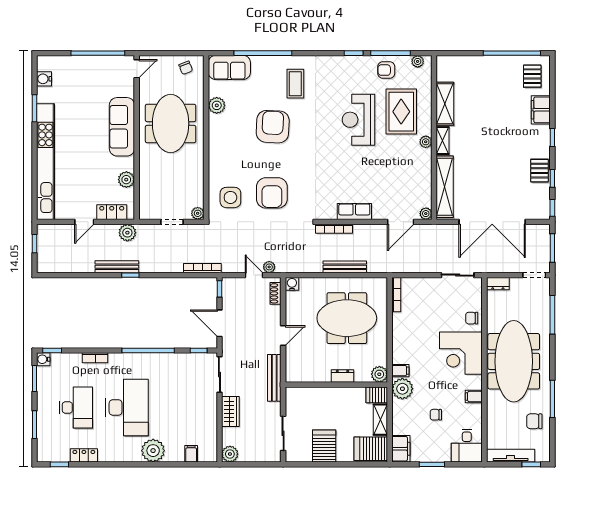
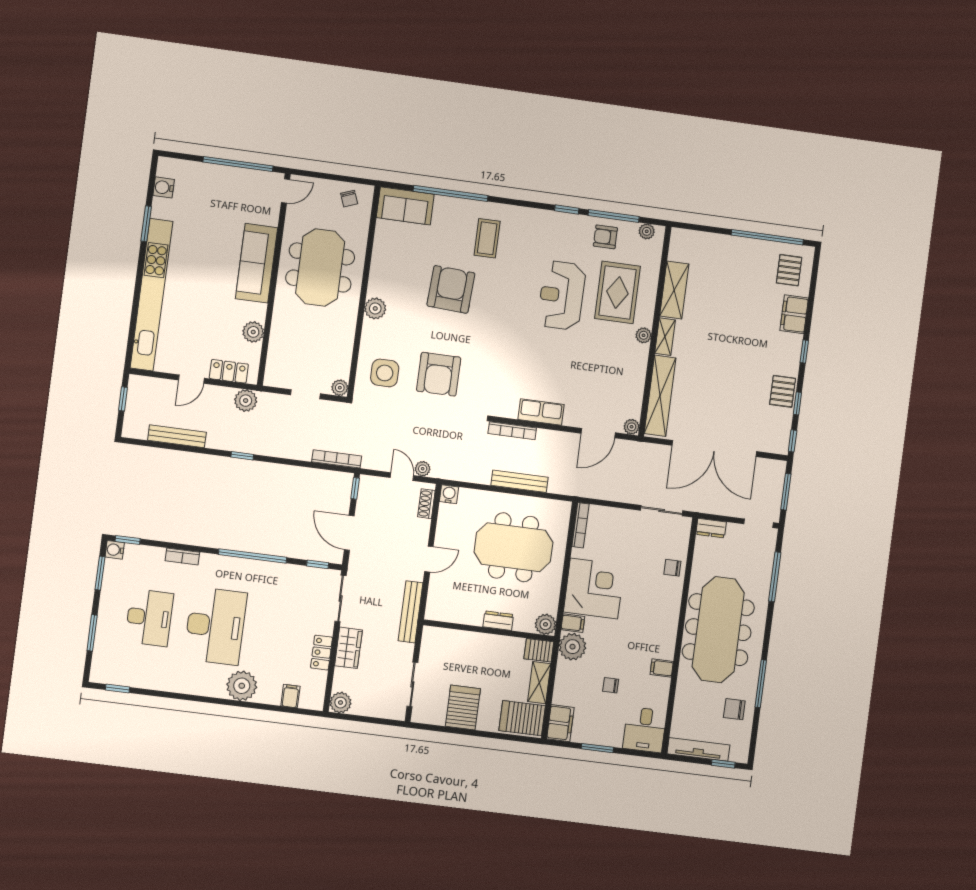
plant: (217, 105) -> (375, 308), moved
bench: (117, 267) -> (177, 436), moved
corner desk: (461, 353) -> (594, 588), moved, turned 180
locker: (84, 455) -> (322, 653), moved, turned -90

